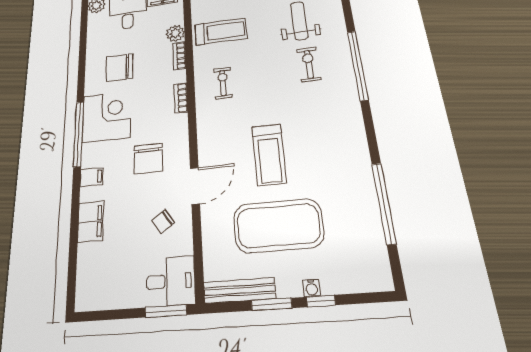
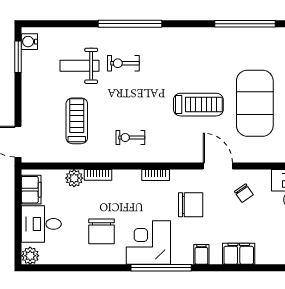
treadmill: (221, 32) -> (77, 121), moved
bookcase: (181, 98) -> (156, 175), moved

